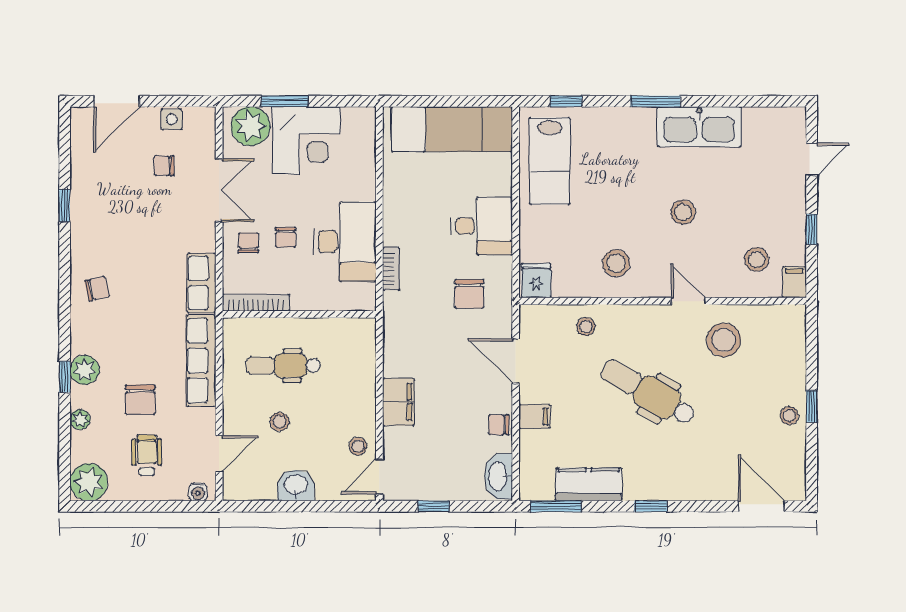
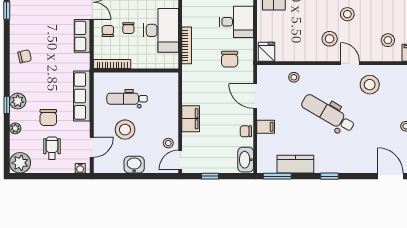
stool: (616, 263) -> (330, 39), moved
bookcase: (391, 269) -> (187, 45), width x1.56
row of seats: (202, 283) -> (82, 36), moved
stool: (279, 422) -> (125, 130), width x1.89, depth x1.89

